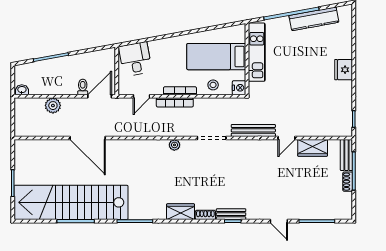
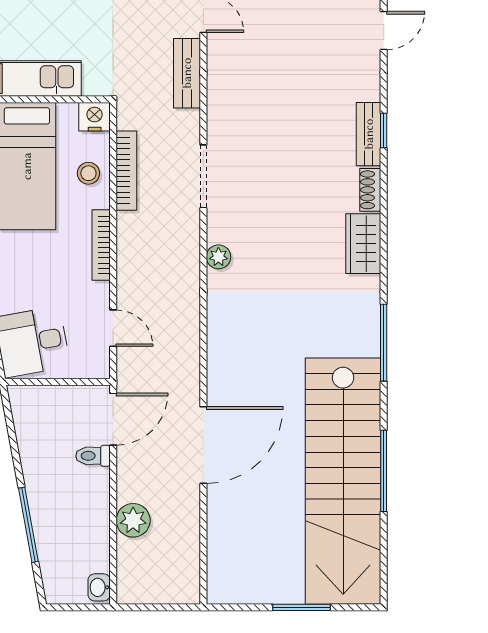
door: (100, 96) -> (113, 419), swing flipped
bookcase: (175, 102) -> (126, 171), moved
bench: (253, 130) -> (187, 73), width x0.73

